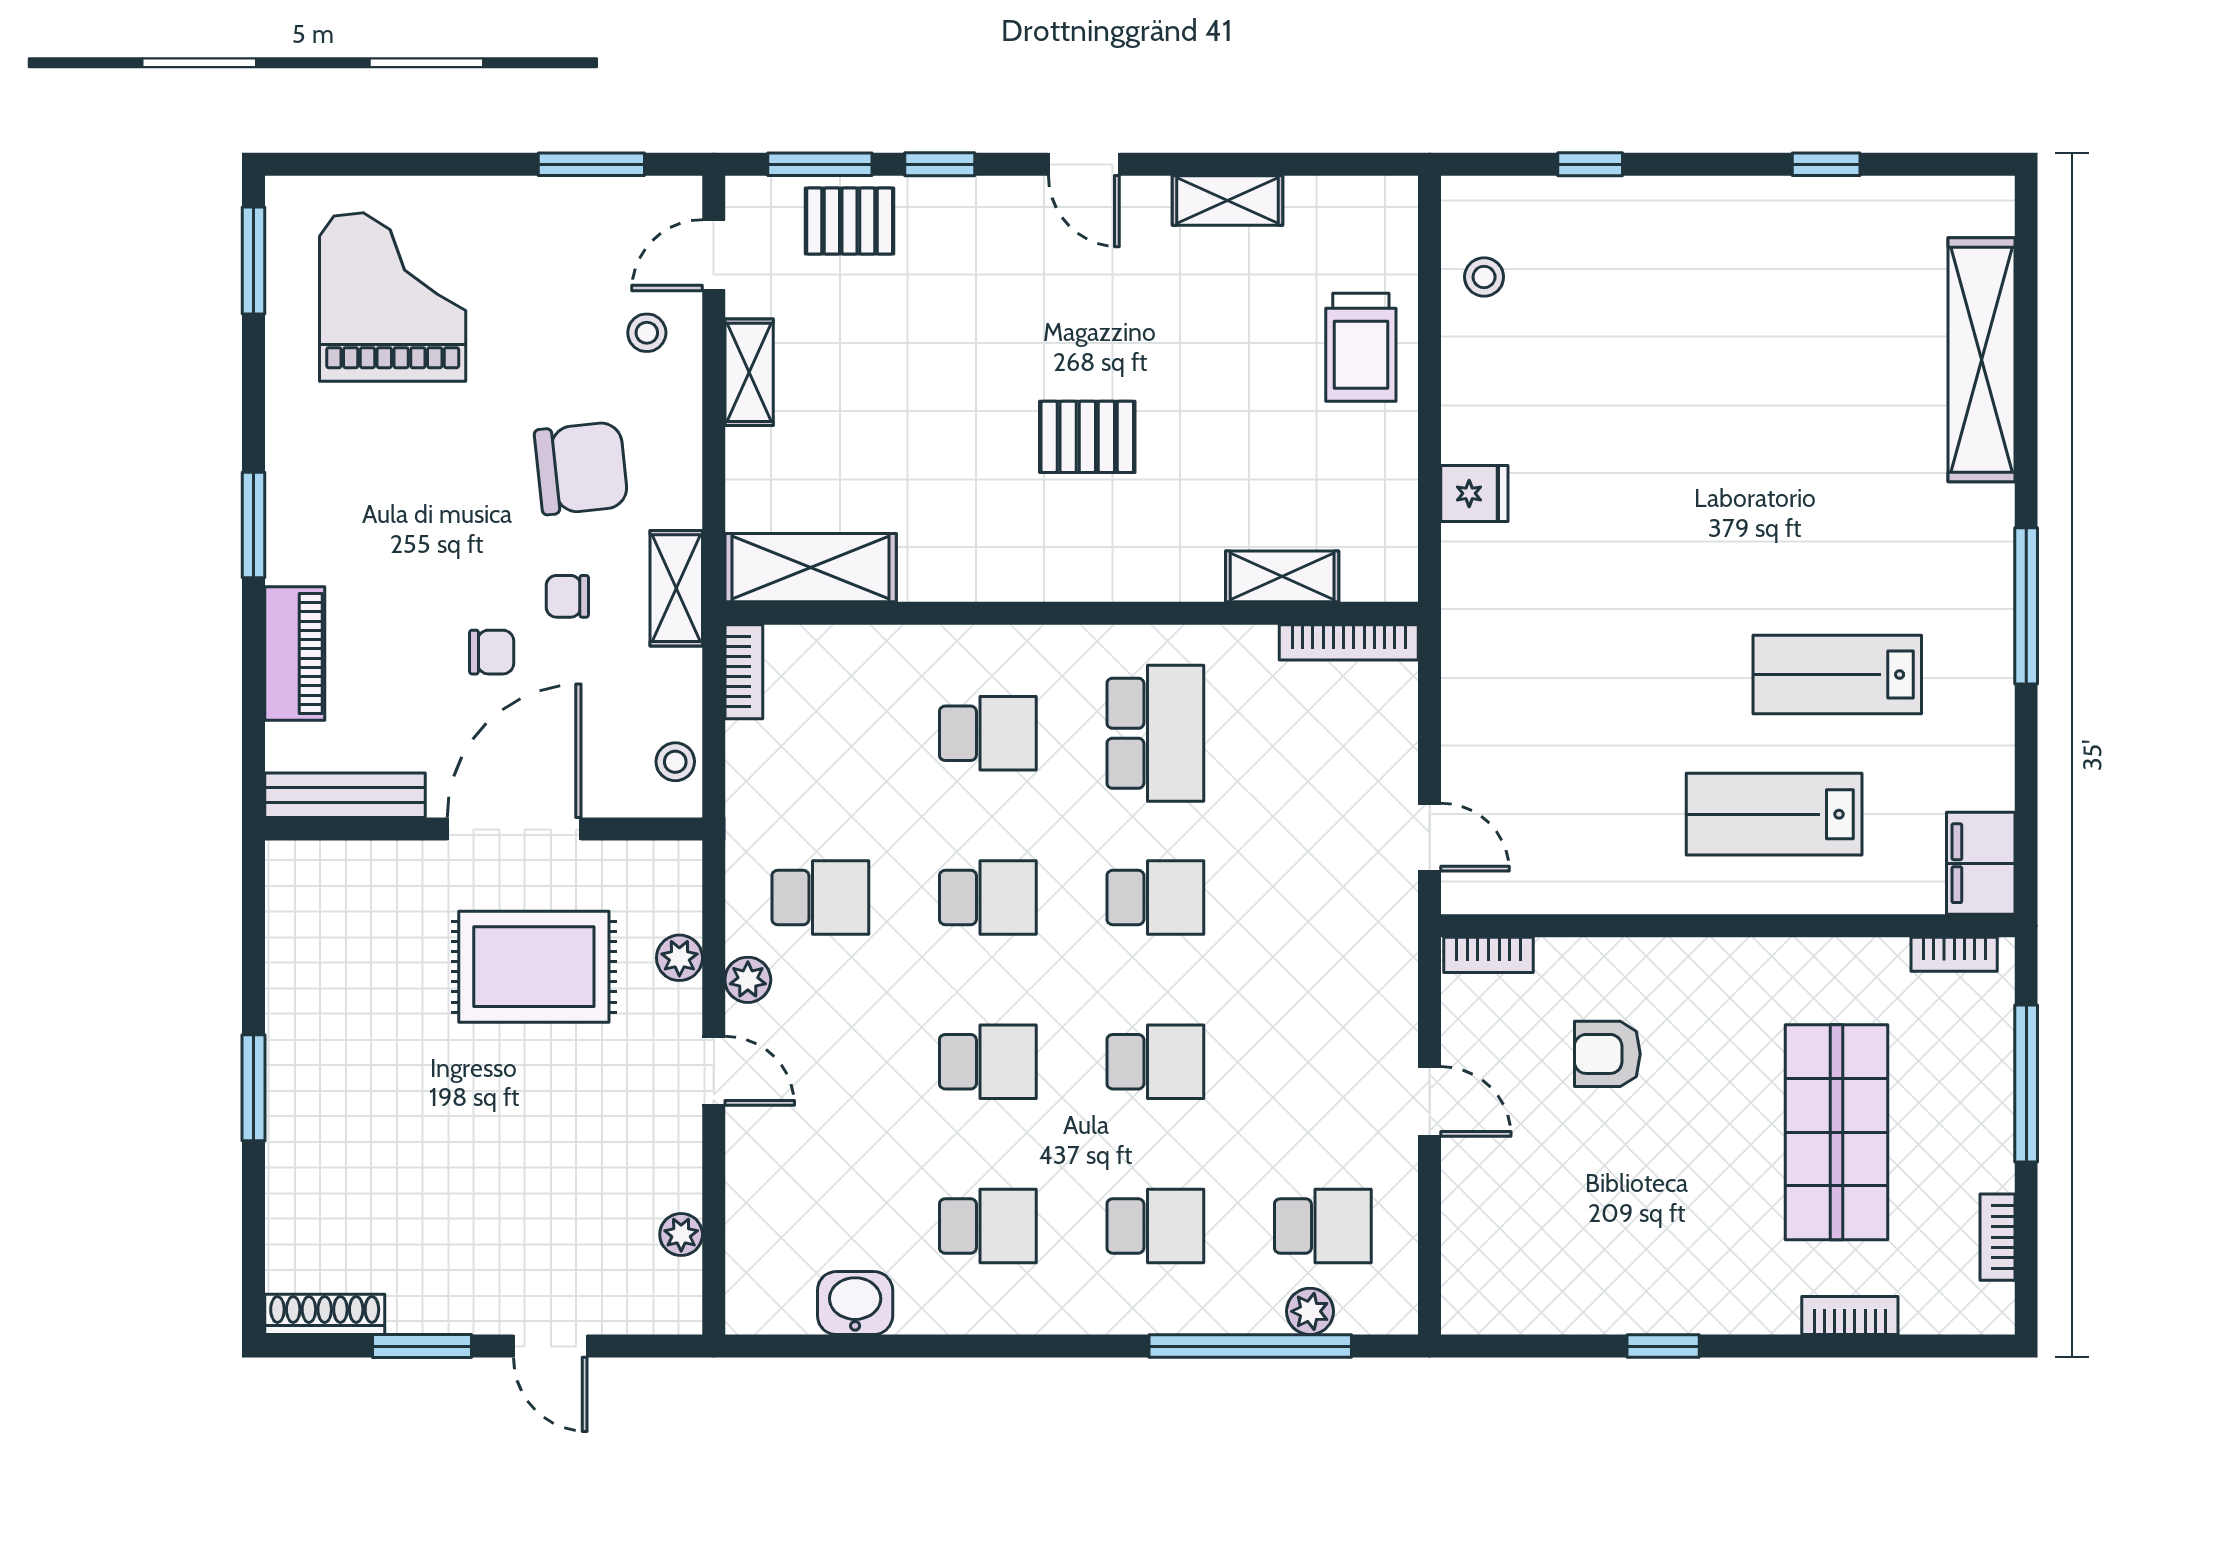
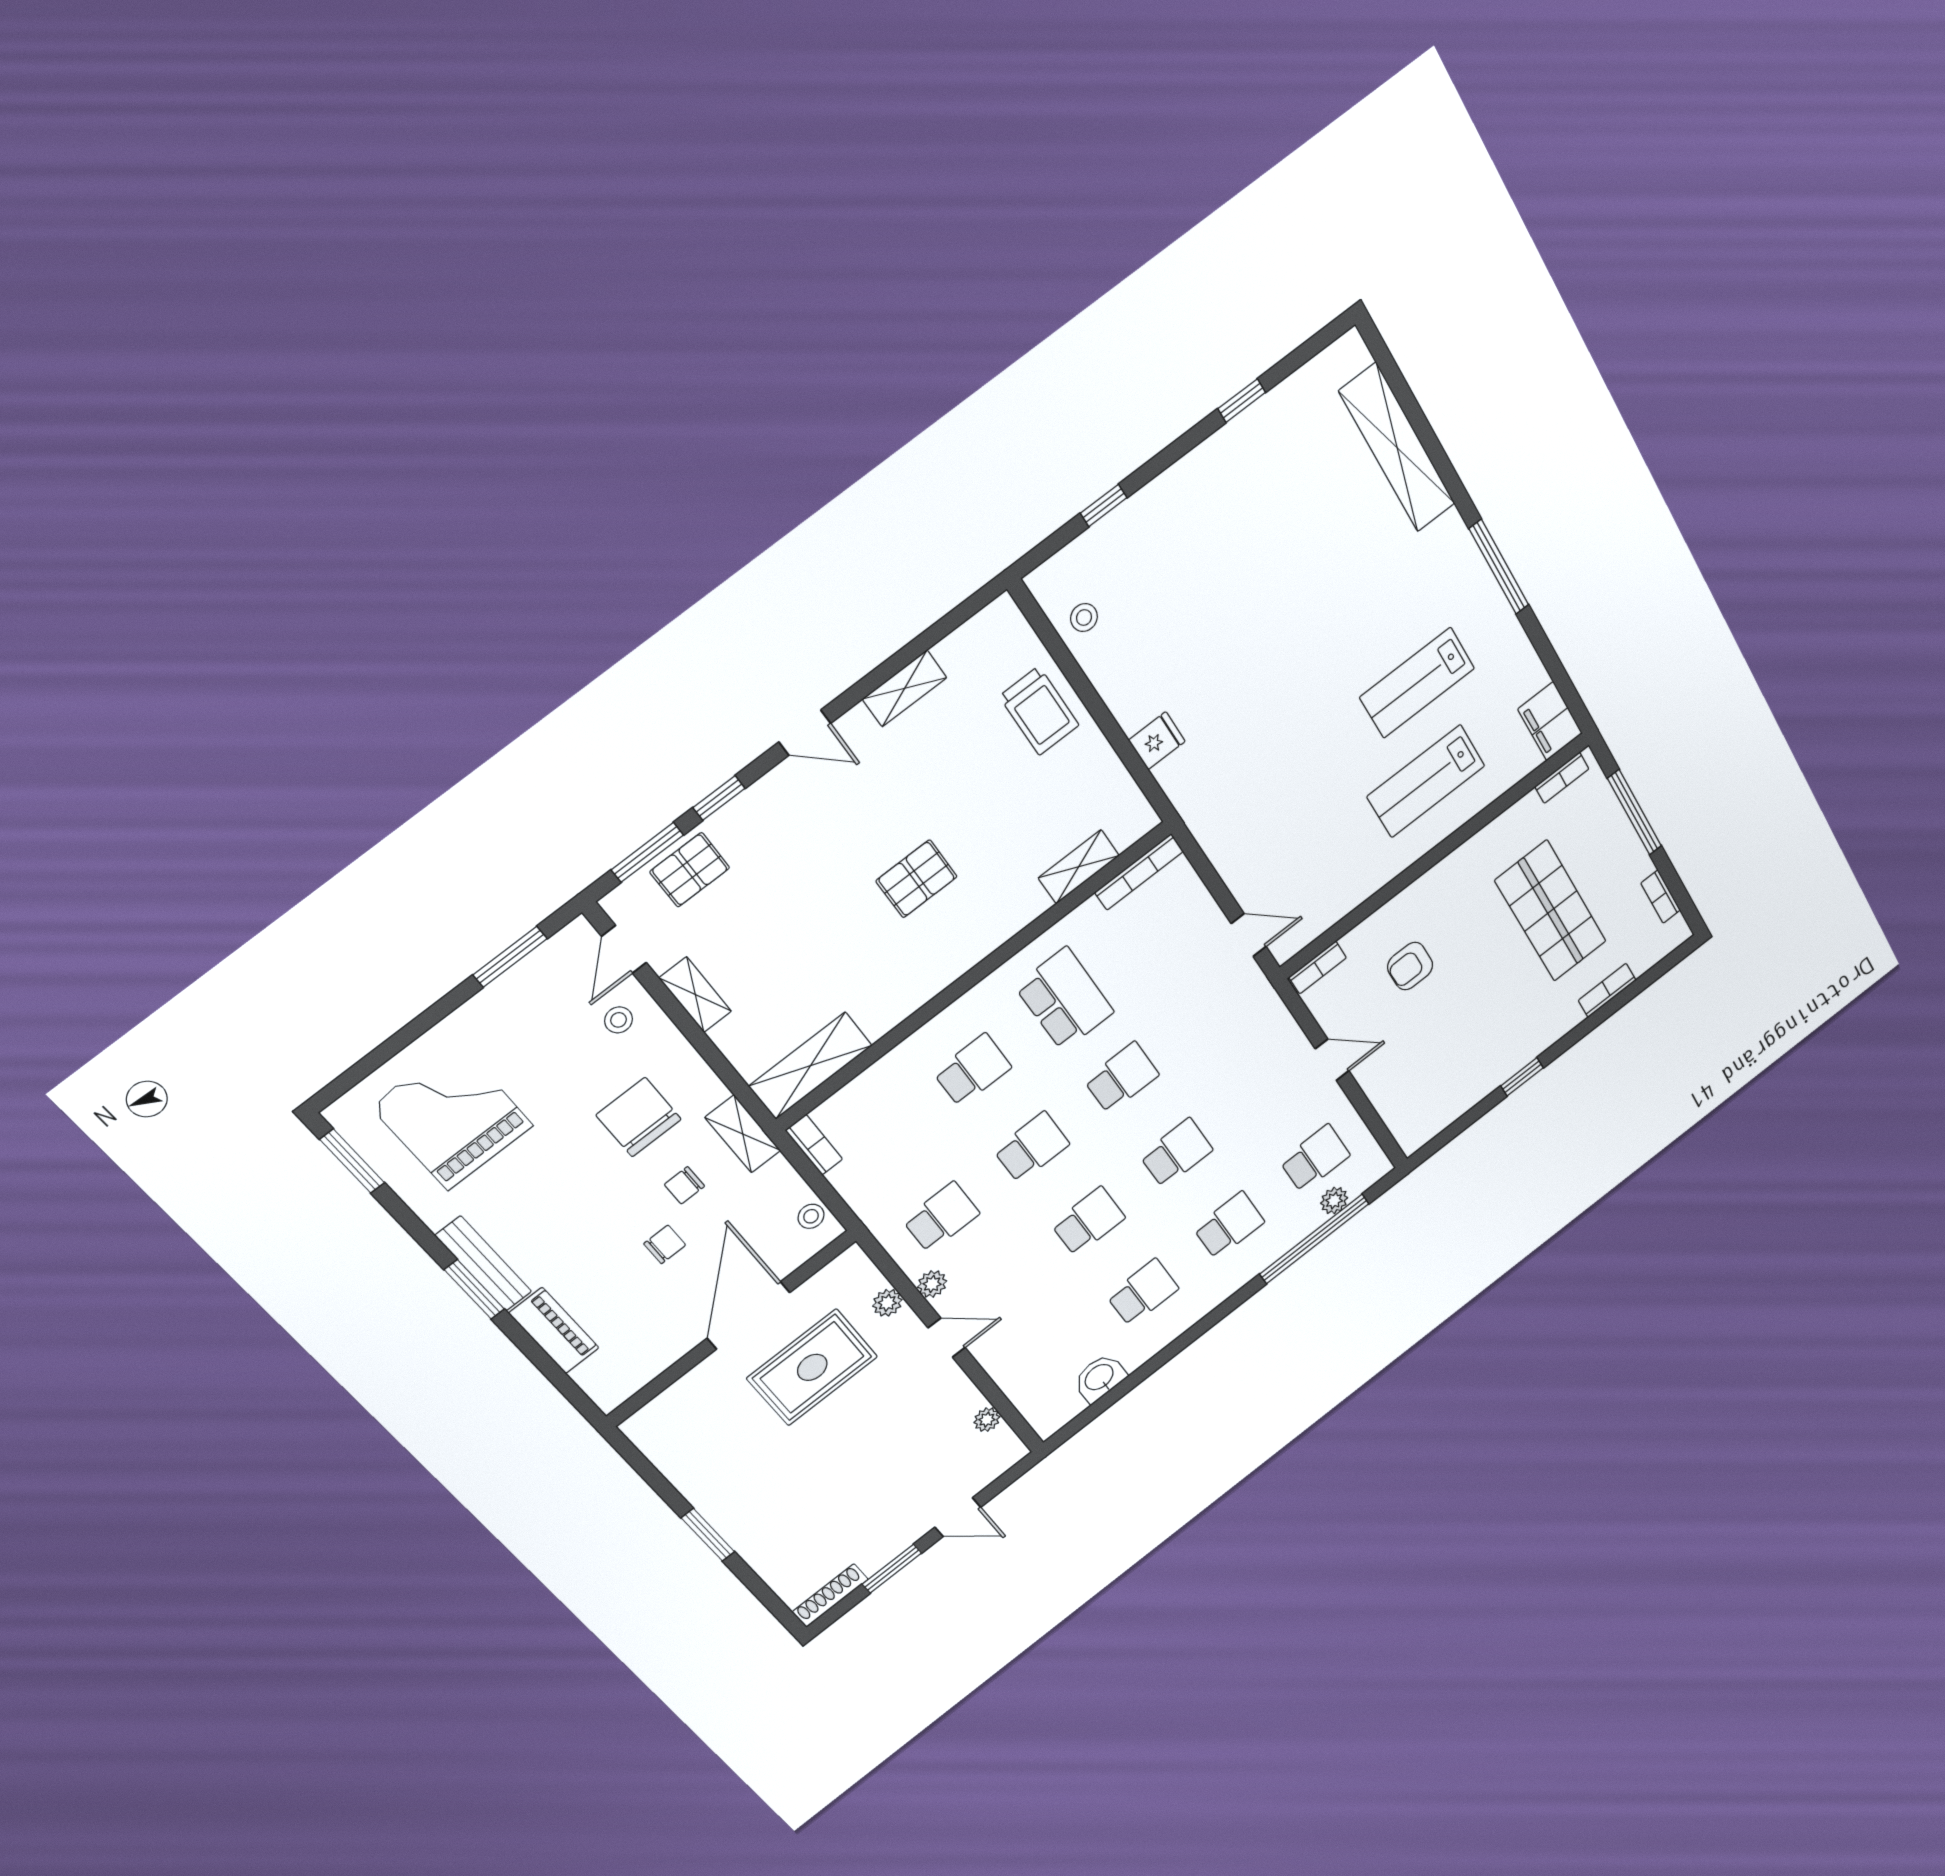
chair: (581, 468) -> (639, 1117), turned -84
bench: (345, 795) -> (484, 1264), moved, turned 90

